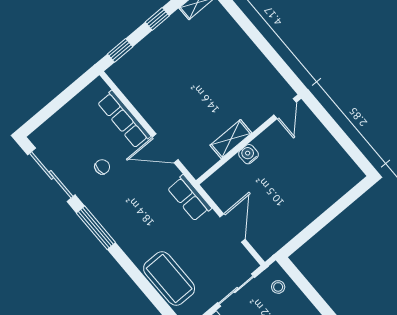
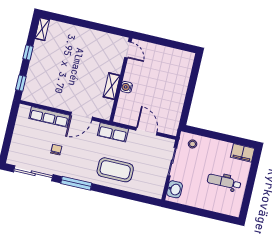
coffee table: (169, 278) -> (115, 170), moved

